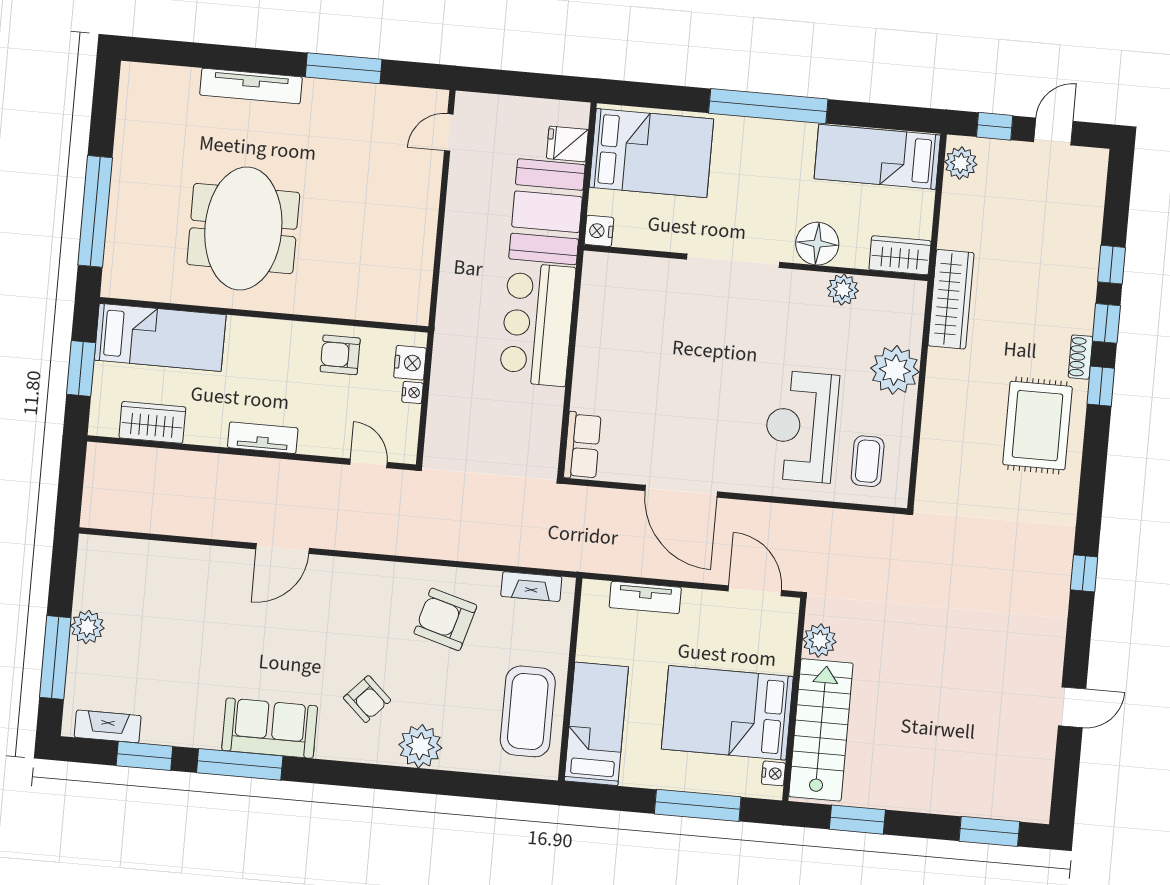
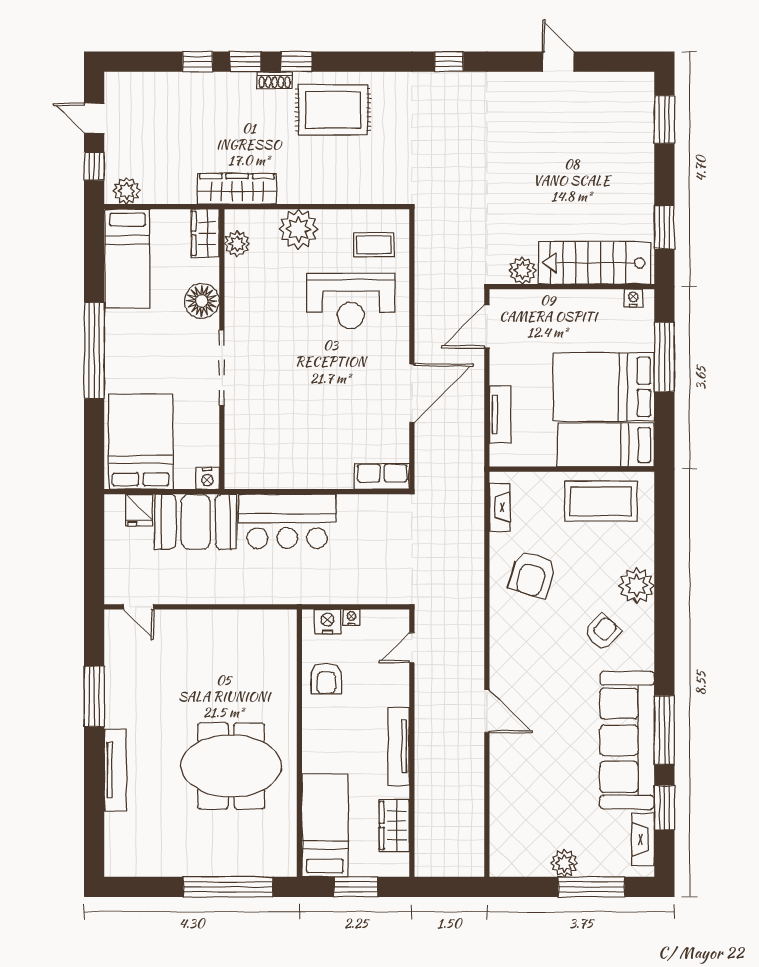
plant: (843, 290) -> (237, 244), moved
tv unit: (263, 438) -> (399, 746), width x1.41
bed: (727, 713) -> (604, 387), moved, turned 90
sofa: (270, 728) -> (627, 740), width x1.85, depth x1.27

